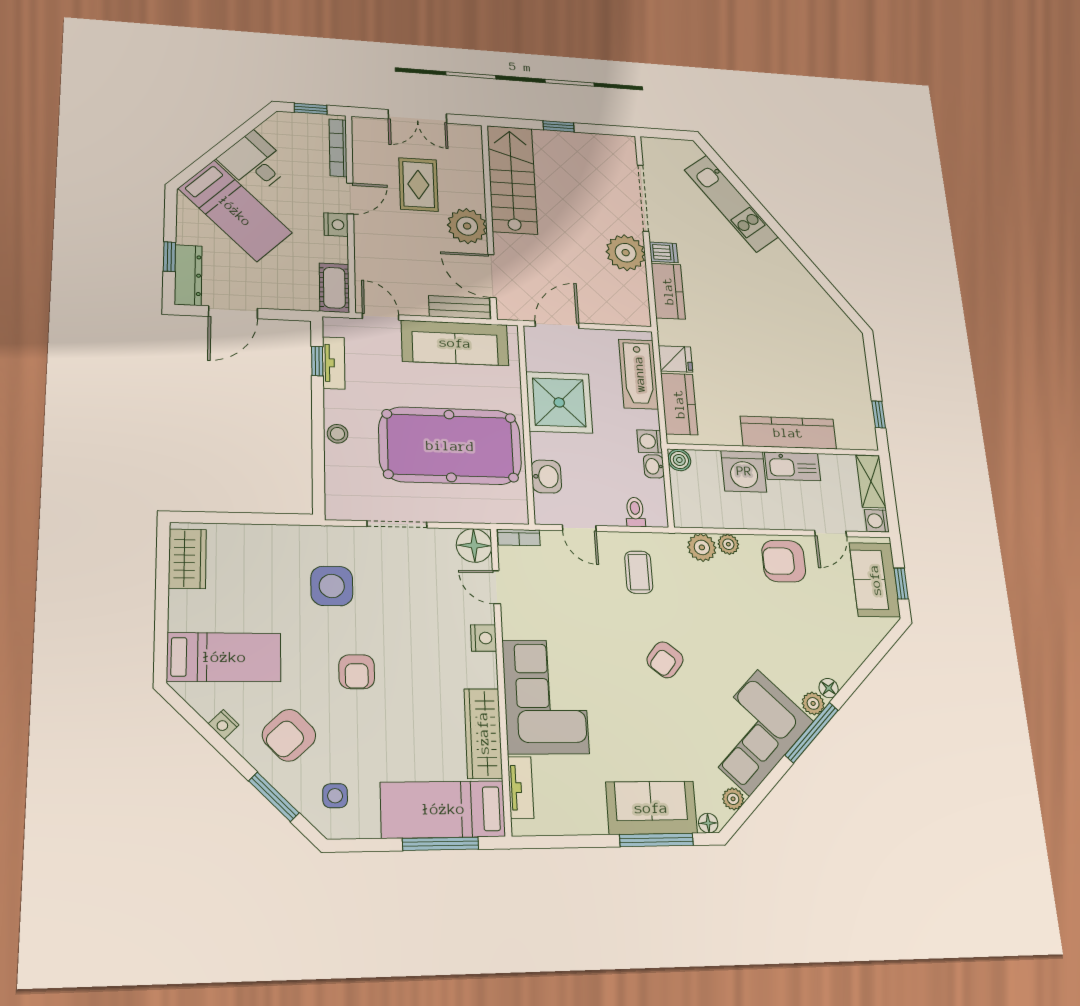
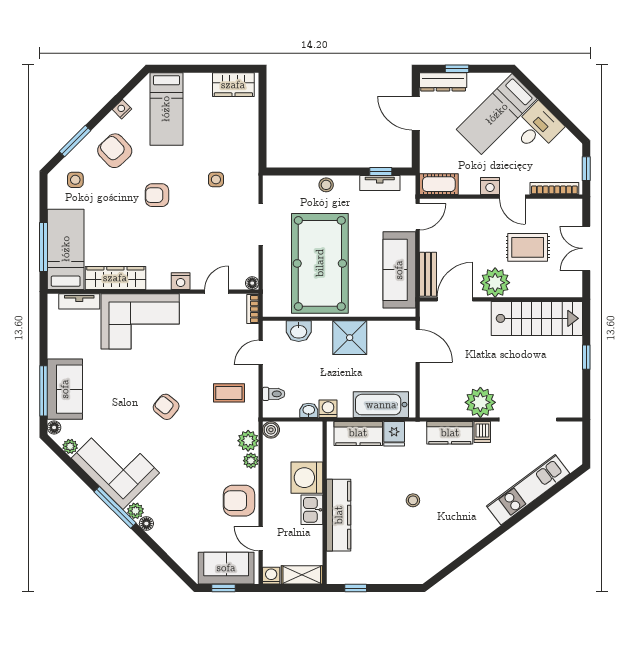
stool: (759, 340) -> (413, 500), added
shower: (559, 402) -> (350, 338), width x0.73, depth x0.73
boiler: (679, 460) -> (271, 430), moved
kitchen sink: (793, 466) -> (312, 510), width x0.73
floor lamp: (474, 545) -> (252, 283), width x0.53, depth x0.53
armchair: (784, 561) -> (239, 501), turned -90
side table: (332, 586) -> (216, 180), width x0.54, depth x0.54

